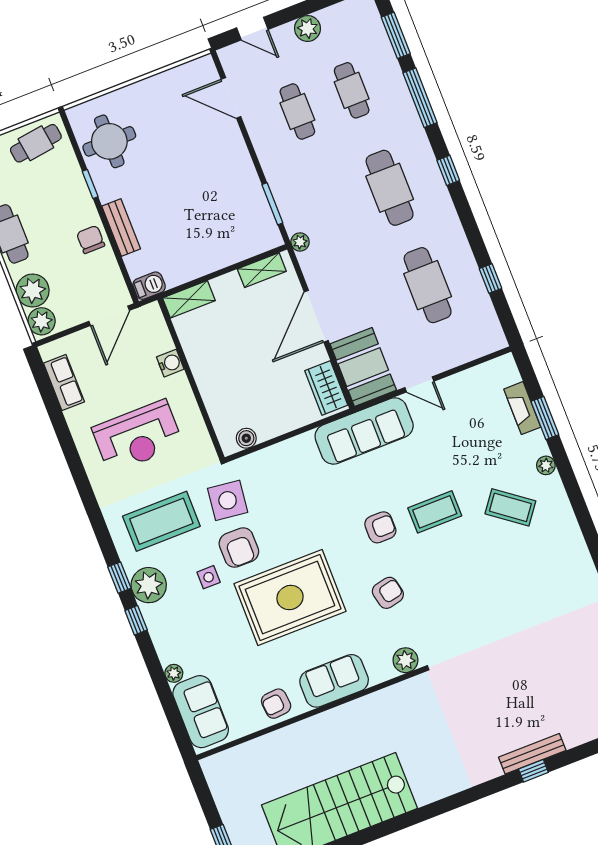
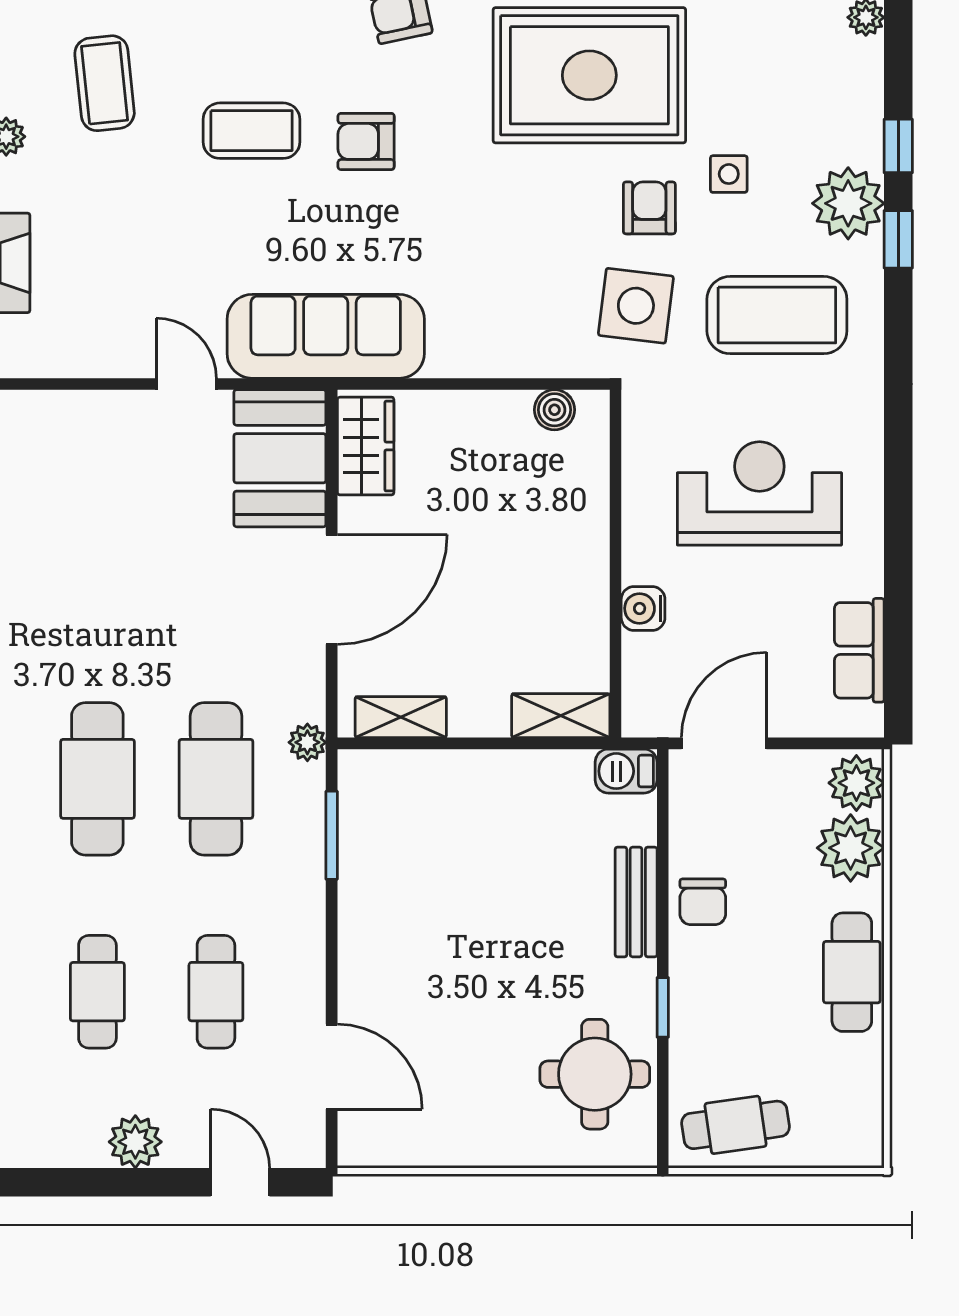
cafe table: (428, 285) -> (216, 779), moved
coffee table: (510, 507) -> (105, 83), turned 47
armchair: (239, 547) -> (649, 208), width x0.72, depth x0.72

